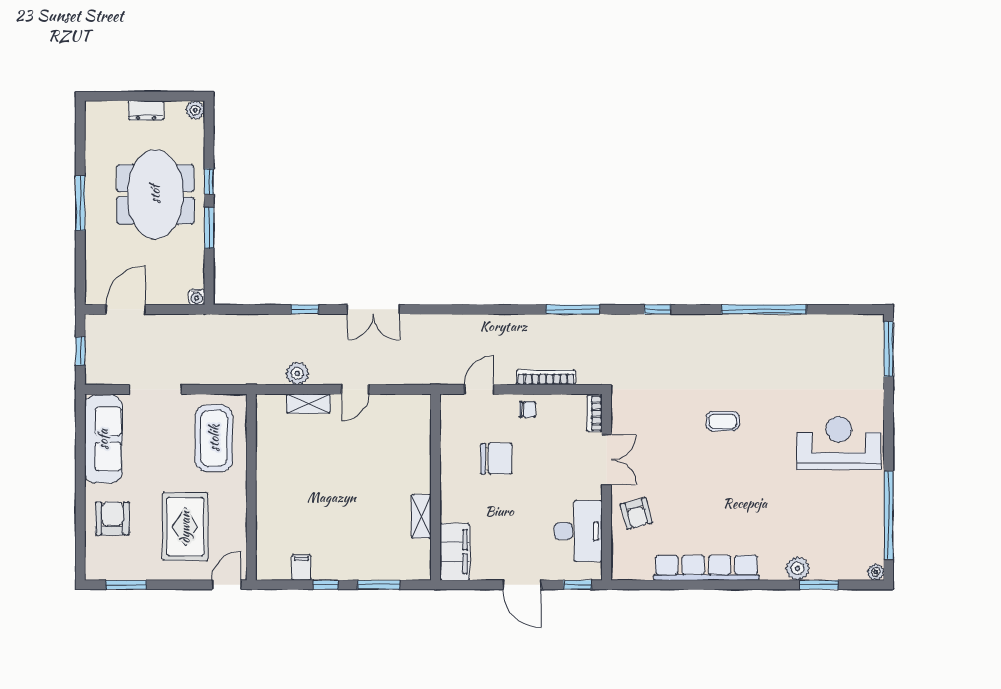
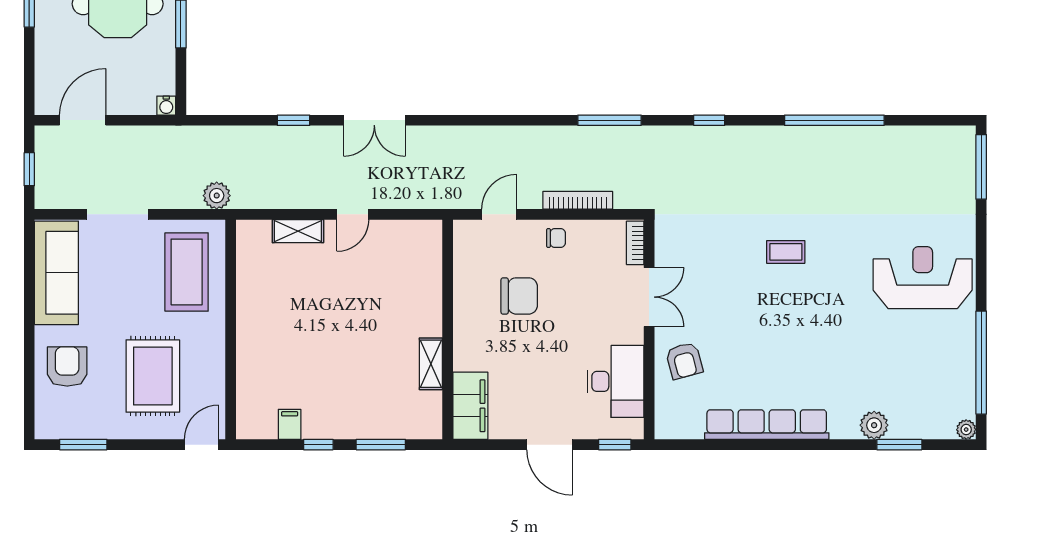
plant: (297, 373) -> (217, 196), moved

